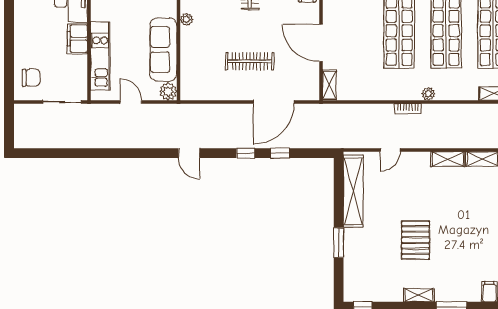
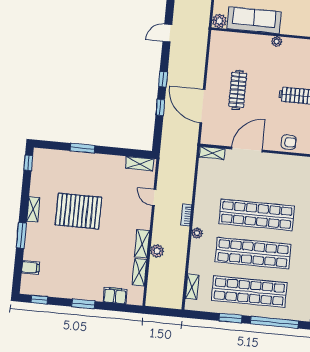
plant: (455, 140) -> (157, 251), added
shelving: (353, 191) -> (140, 164), width x0.45, depth x0.75
pallet: (416, 240) -> (78, 211), width x1.37, depth x1.41

